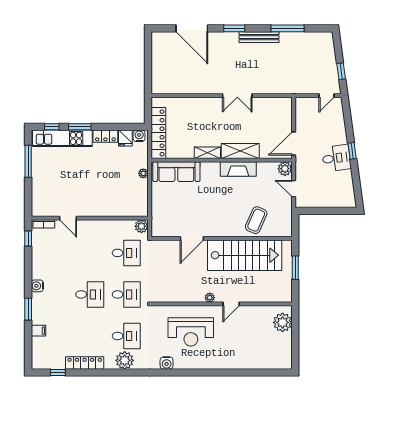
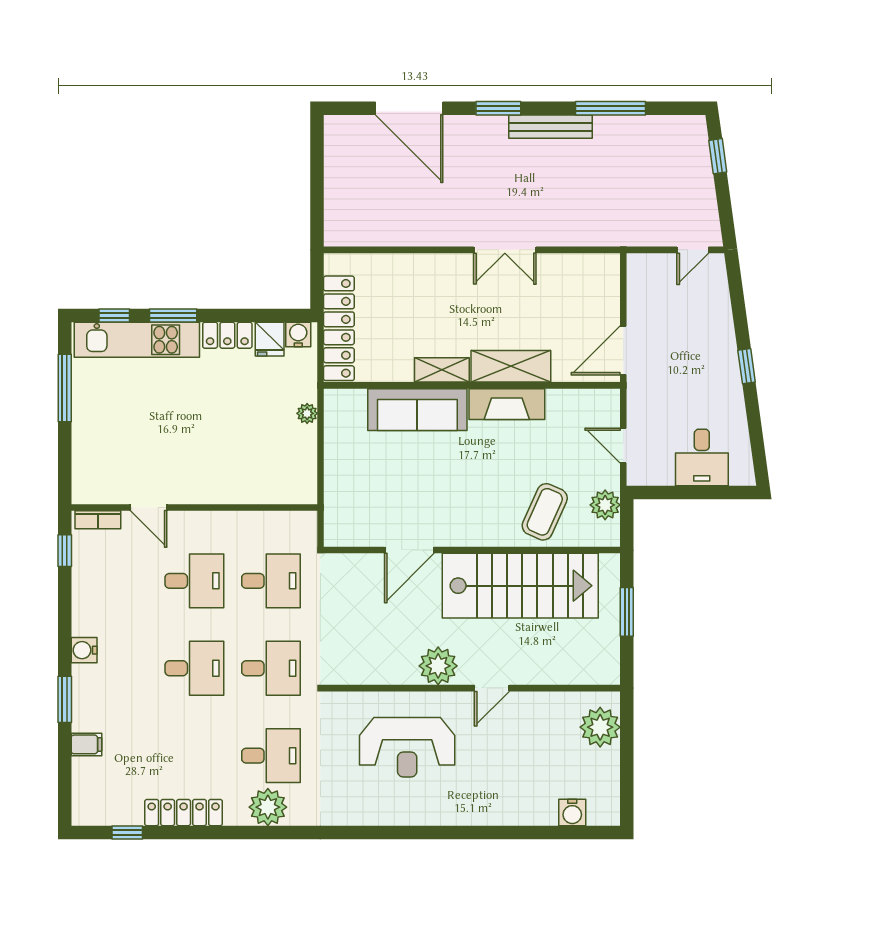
window: (341, 71) -> (718, 156), moved
desk: (336, 158) -> (702, 457), moved, turned 98
plant: (285, 169) -> (605, 505), moved
sofa: (176, 172) -> (417, 410), moved
plant: (141, 226) -> (303, 525), removed
desk: (90, 253) -> (194, 581), added
plant: (210, 298) -> (438, 666), width x1.88, depth x1.88
water cooler: (167, 363) -> (572, 812), moved

